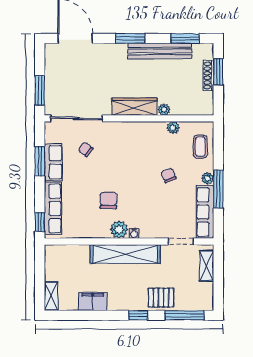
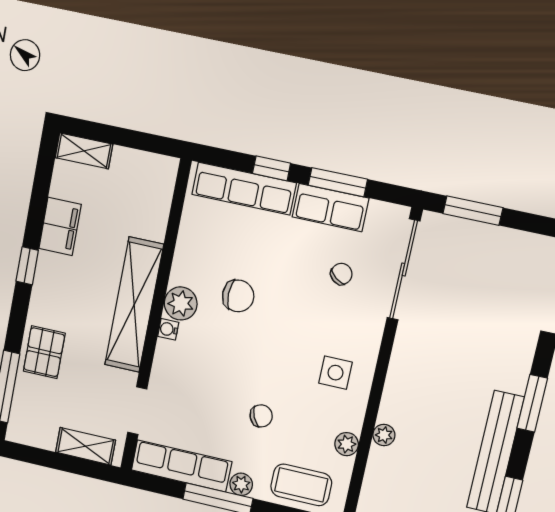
wardrobe: (134, 107) -> (401, 382), removed
side table: (137, 142) -> (335, 373), added
coffee table: (200, 147) -> (301, 485), width x1.36, depth x1.30
window: (40, 222) -> (272, 168), moved
window: (138, 315) -> (27, 266), moved

